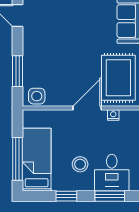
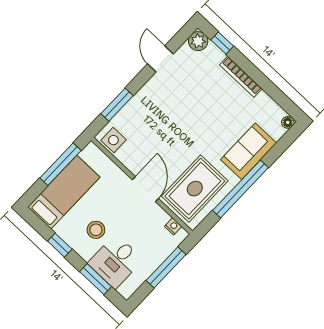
door: (87, 108) -> (145, 189), hinge flipped
nightstand: (113, 115) -> (173, 226), moved
window: (17, 159) -> (60, 164), moved

